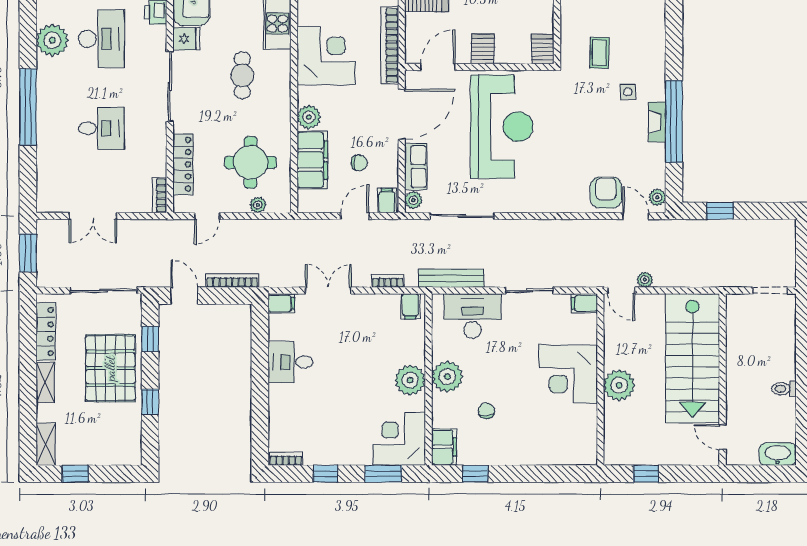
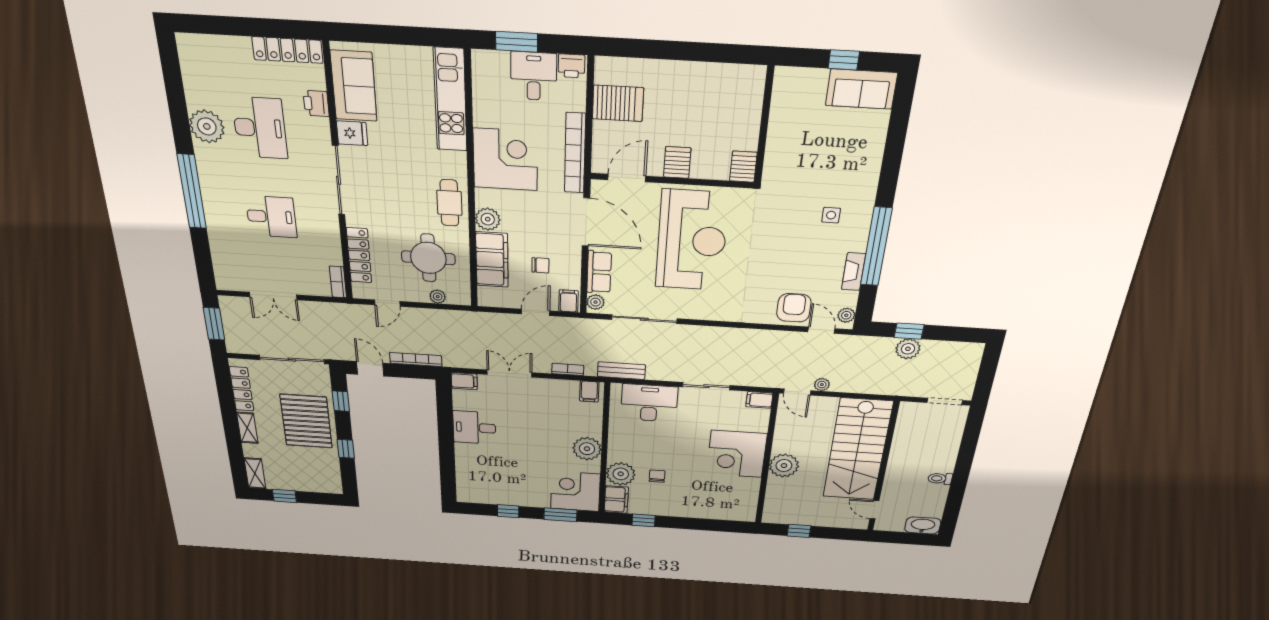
coffee table: (599, 53) -> (806, 174), removed
cafe table: (242, 75) -> (449, 203), moved
door: (402, 114) -> (586, 222), hinge flipped
fireplace: (657, 122) -> (854, 272), moved
plant: (723, 231) -> (908, 349), added
bench: (451, 278) -> (621, 371), width x0.73
plant: (447, 377) -> (621, 474), moved
bookcase: (286, 459) -> (472, 498), removed

